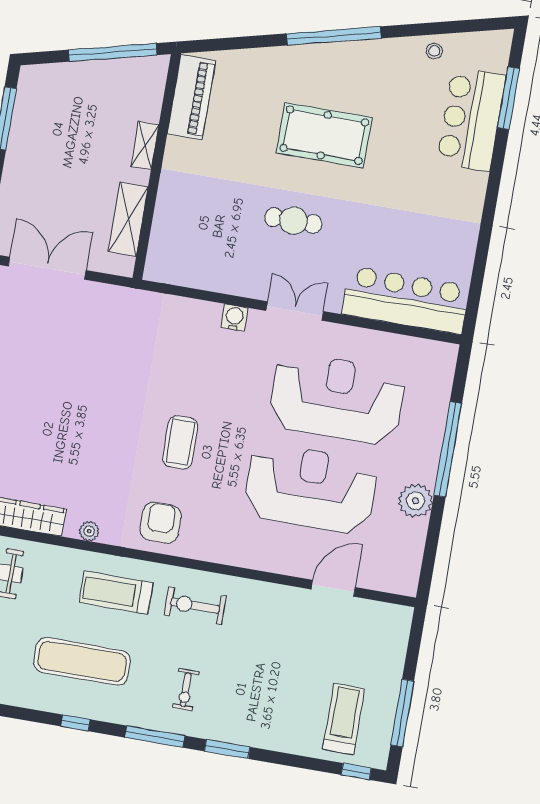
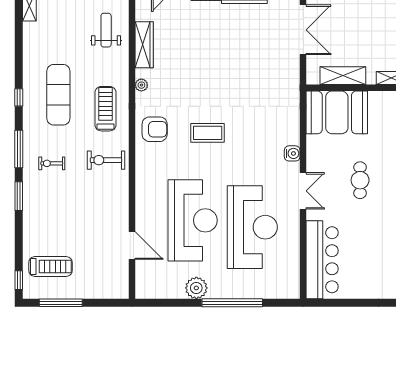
booth: (183, 238) -> (337, 112), added
exercise bike: (195, 606) -> (106, 160), turned -90

